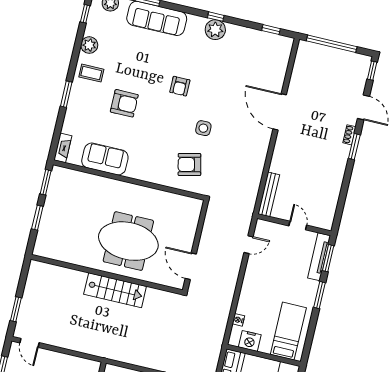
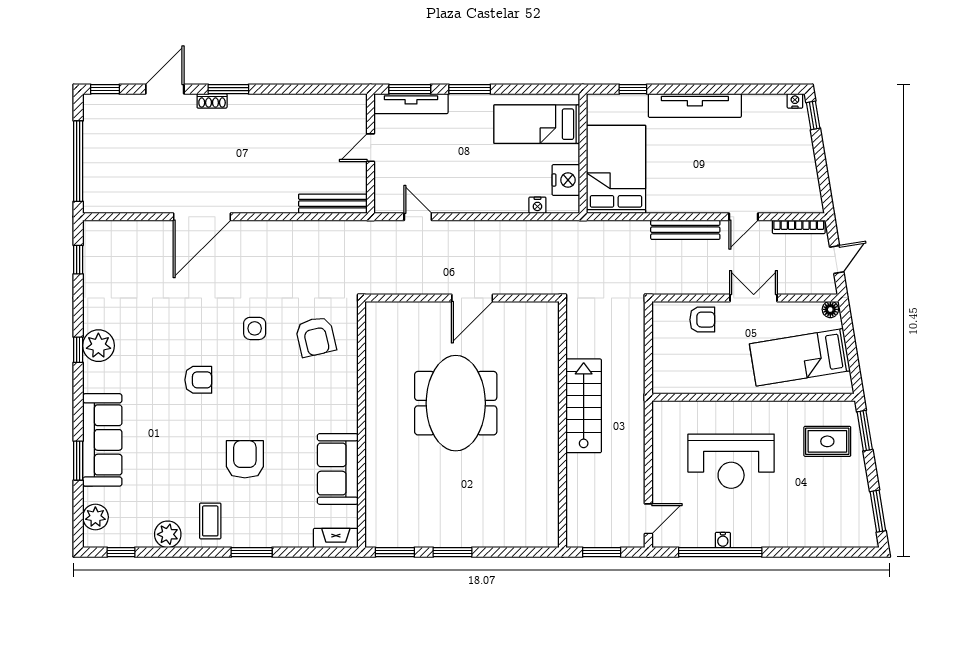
wall: (107, 275) -> (563, 424), moved
stairs: (115, 290) -> (584, 406), moved

